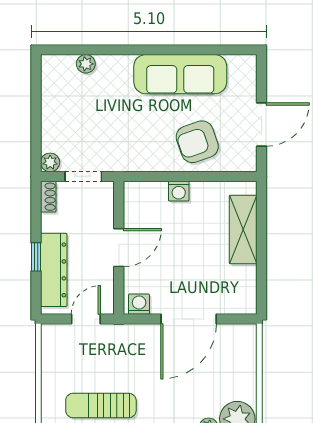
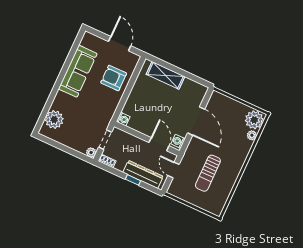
plant: (86, 64) -> (54, 120), width x1.87, depth x1.87
armchair: (197, 142) -> (114, 78), turned 109
washing machine: (179, 191) -> (123, 119), moved
door: (119, 248) -> (159, 144), moved
sun lounger: (101, 405) -> (208, 173), moved

